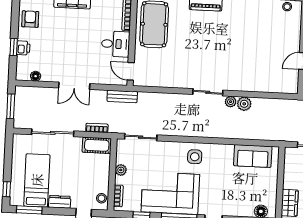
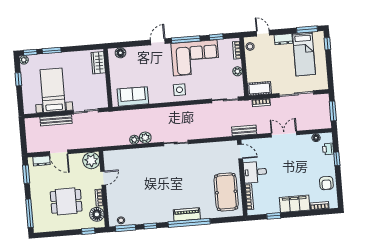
printer: (23, 48) -> (328, 149), moved
plant: (231, 102) -> (134, 140), moved

